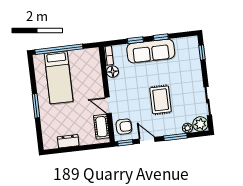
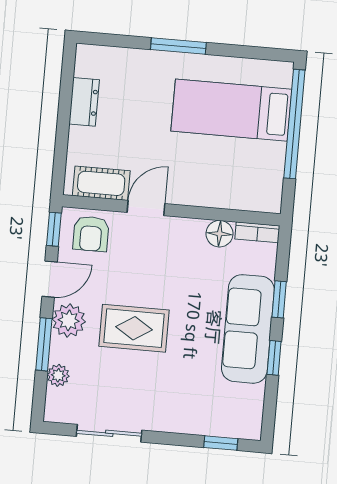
plant: (200, 124) -> (69, 320), moved

